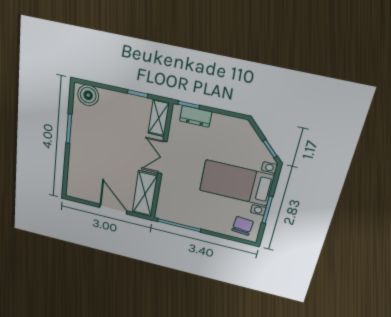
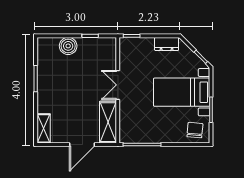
boiler: (88, 95) -> (68, 46), moved
dresser: (196, 116) -> (167, 44), moved
shelving: (159, 118) -> (44, 128), moved
door: (113, 209) -> (82, 145), swing flipped

